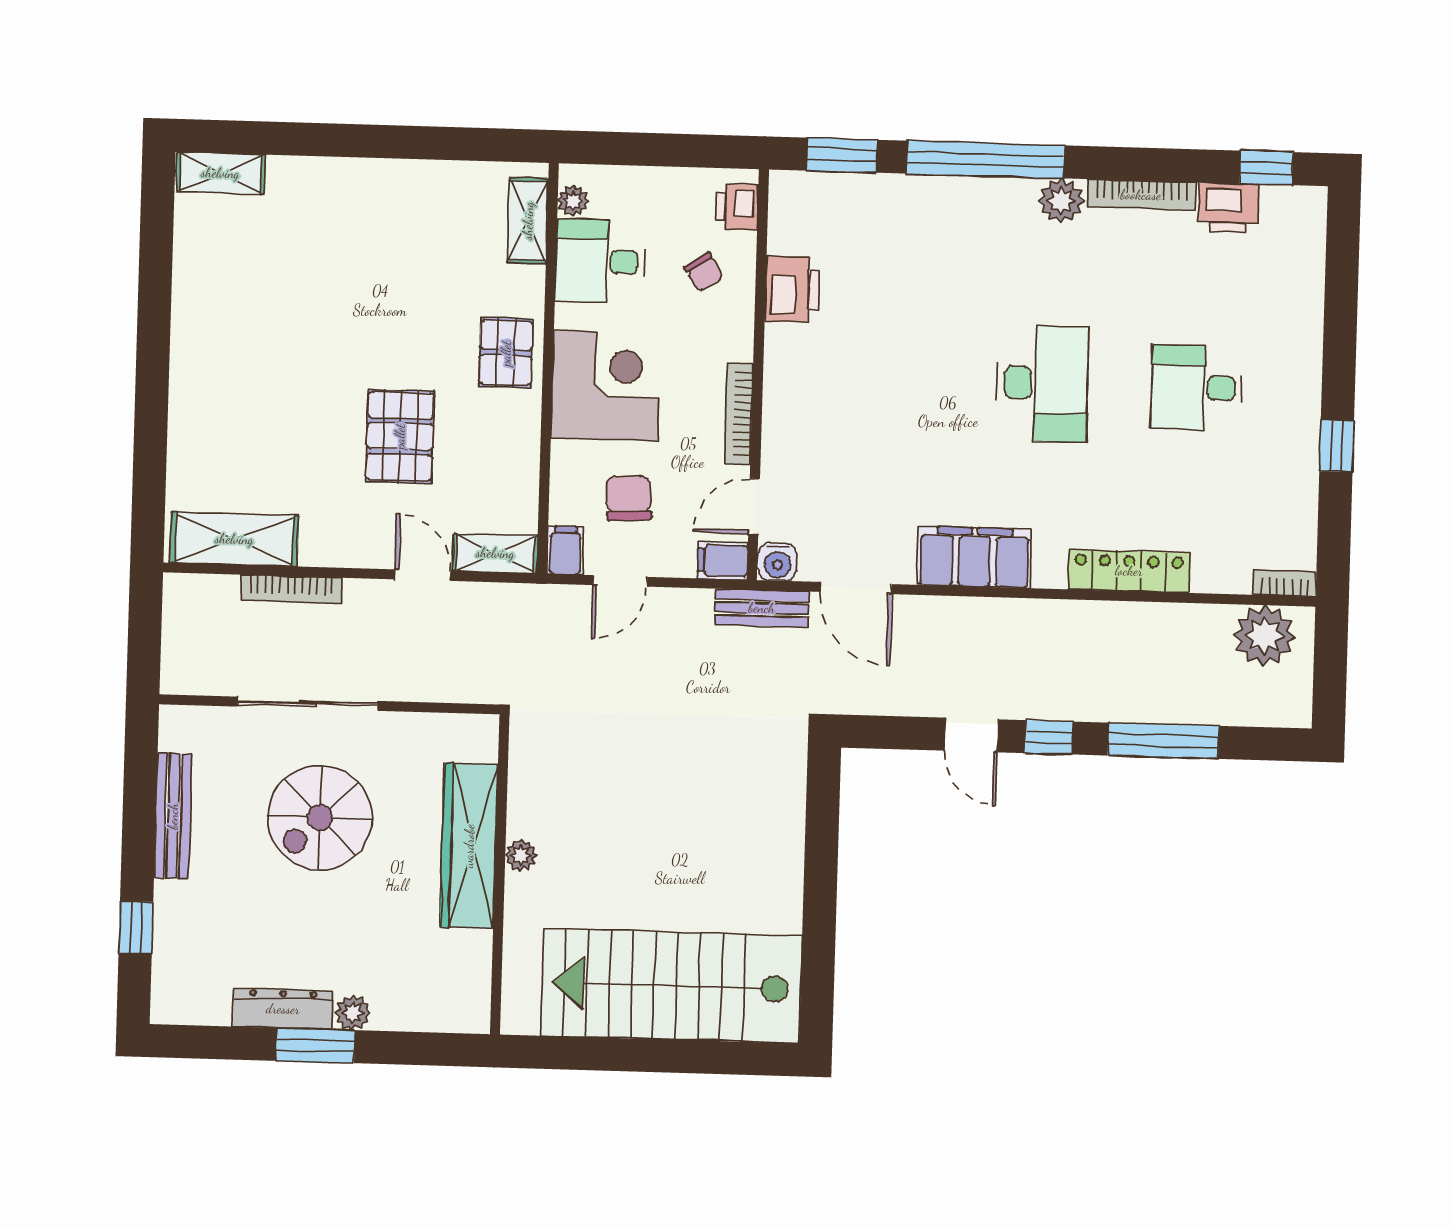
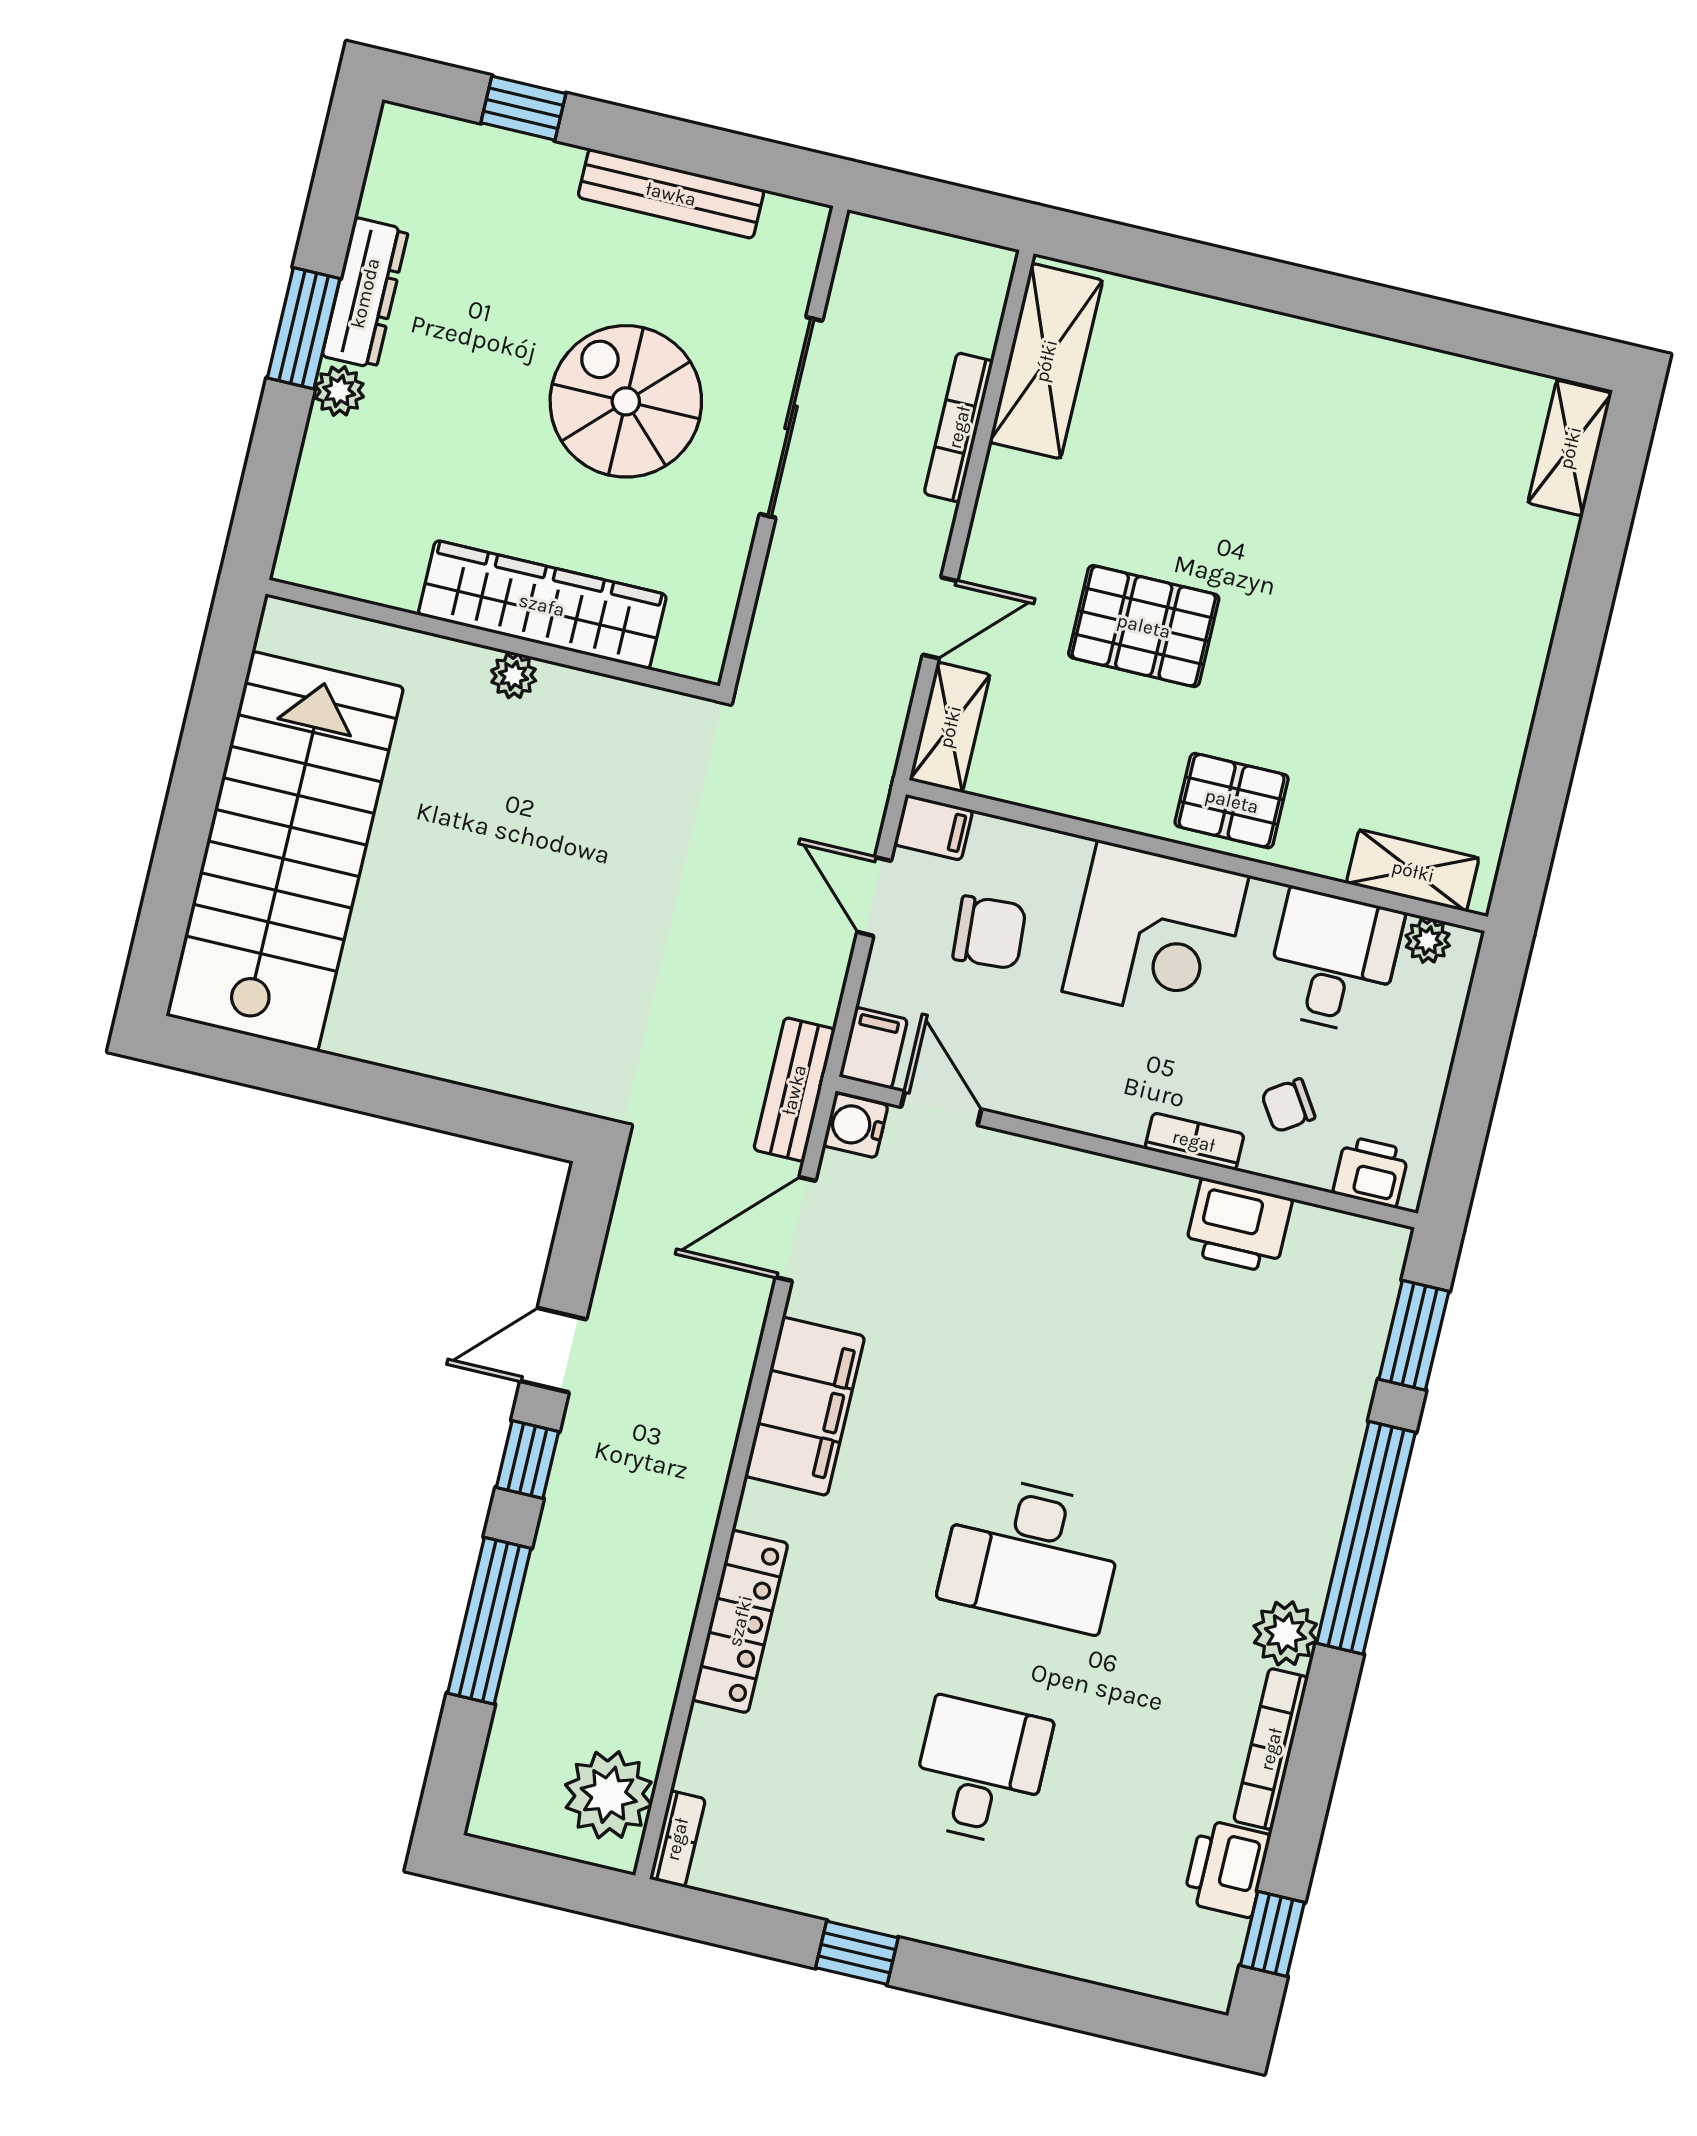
bookcase: (739, 413) -> (1194, 1141), moved, width x0.64

